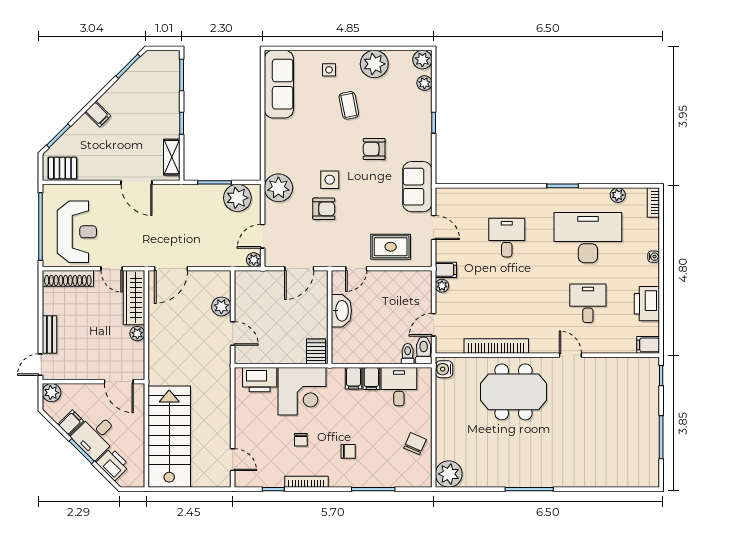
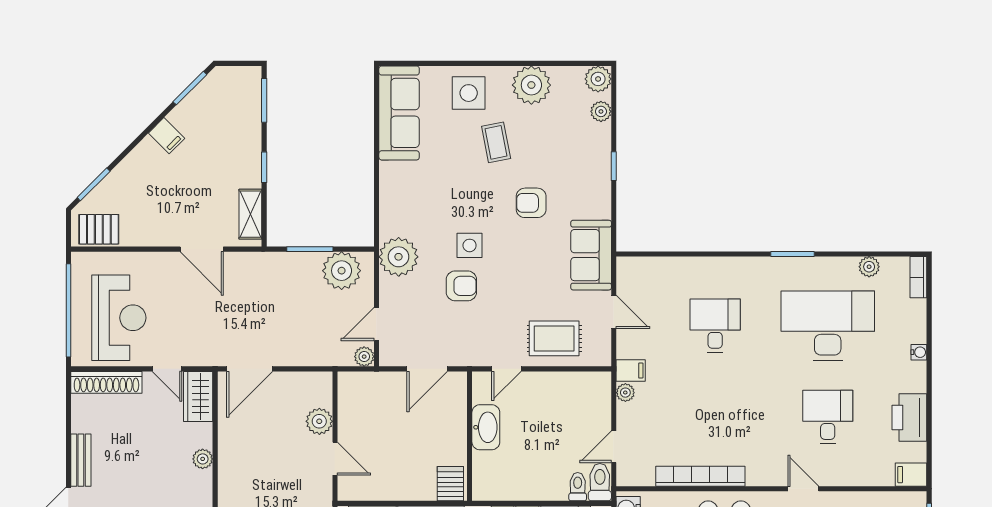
side table: (329, 70) -> (469, 93), width x1.87, depth x1.87
filing cabinet: (98, 114) -> (167, 136), moved
wardrobe: (134, 298) -> (198, 397), width x0.67

